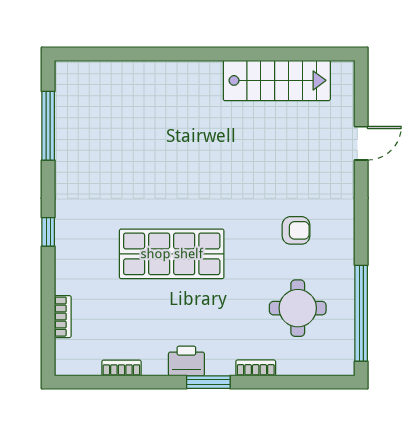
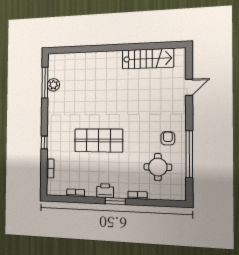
plant: (68, 131) -> (53, 85), added
armchair: (296, 230) -> (168, 138), moved, turned -90
window: (48, 232) -> (44, 142), moved
window: (361, 313) -> (189, 154), moved

